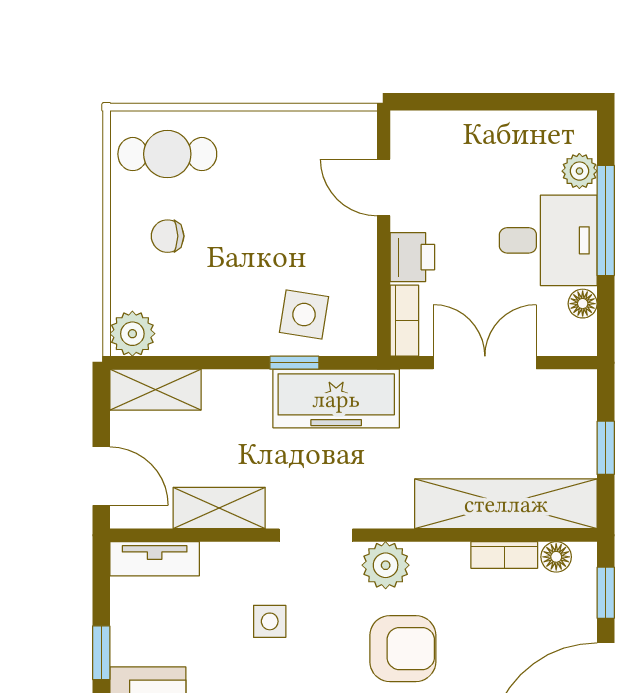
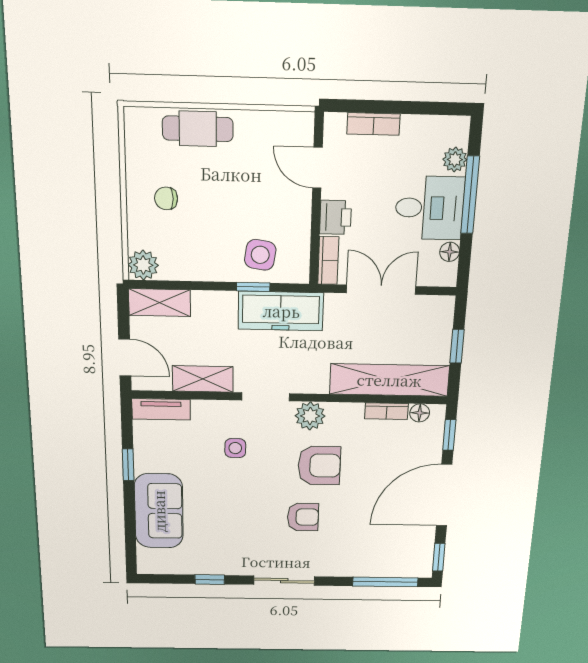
bookcase: (460, 125) -> (374, 124), added
cafe table: (167, 154) -> (198, 129), moved

